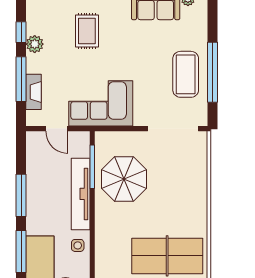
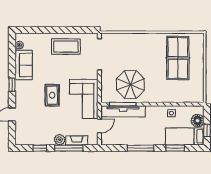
rug: (87, 31) -> (52, 95), moved, turned 90
plant: (35, 44) -> (60, 140), moved
window: (213, 72) -> (65, 30), removed
tv unit: (81, 194) -> (123, 111), moved
window: (21, 252) -> (175, 148), width x0.69

